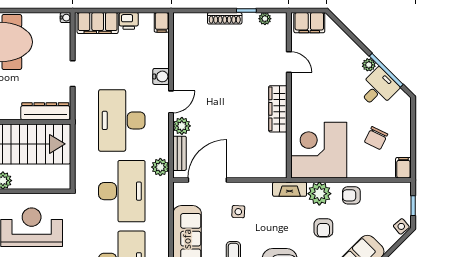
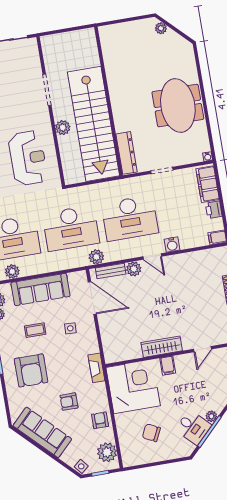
desk: (122, 120) -> (130, 218), turned 180
filing cabinet: (403, 168) -> (168, 366), moved, turned 90
plant: (319, 194) -> (107, 452), moved

